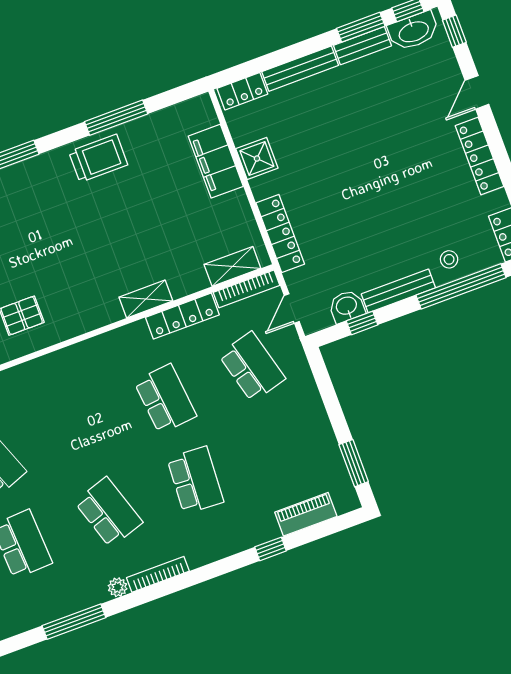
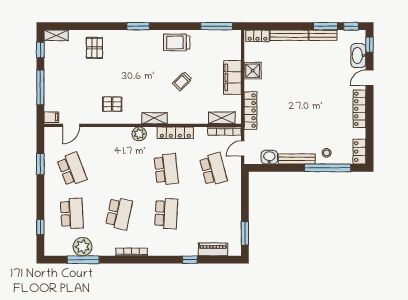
washbasin: (413, 31) -> (358, 55), moved, turned 90
window: (116, 118) -> (217, 26), moved
trolley: (98, 158) -> (177, 42), turned 180
filing cabinet: (216, 161) -> (232, 77), moved
trolley: (135, 226) -> (182, 81), added
shelving: (146, 299) -> (155, 118), moved
locker: (182, 316) -> (175, 133), moved
window: (362, 323) -> (274, 168), removed
plant: (91, 352) -> (139, 134), added
school desk: (109, 512) -> (119, 213), turned 30
plant: (118, 587) -> (83, 247), moved, width x1.88, depth x1.88

